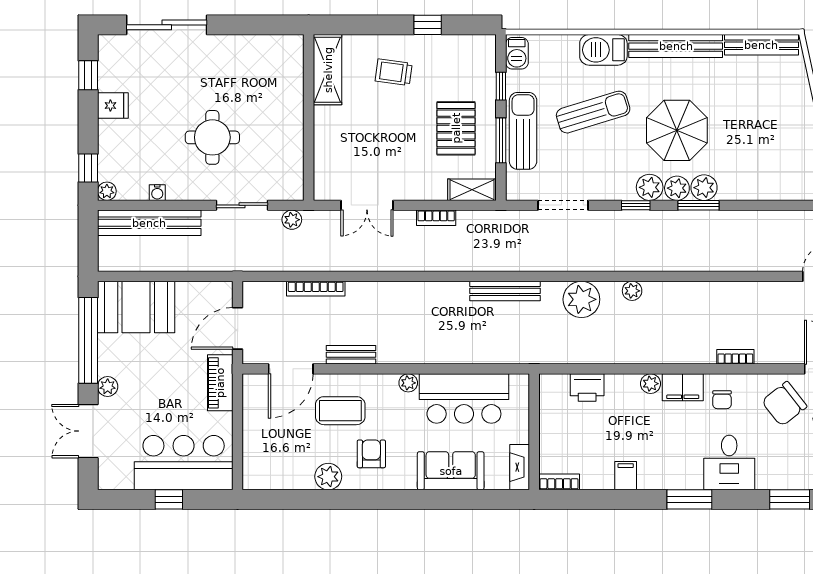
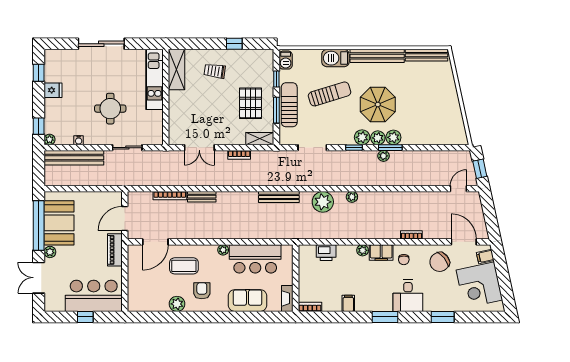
sliding door: (167, 25) -> (101, 44), moved
kitchen unit: (289, 87) -> (154, 79), added
plant: (292, 220) -> (384, 156), moved
booth: (136, 307) -> (59, 223), moved, turned 90
bench: (351, 355) -> (202, 197), moved

